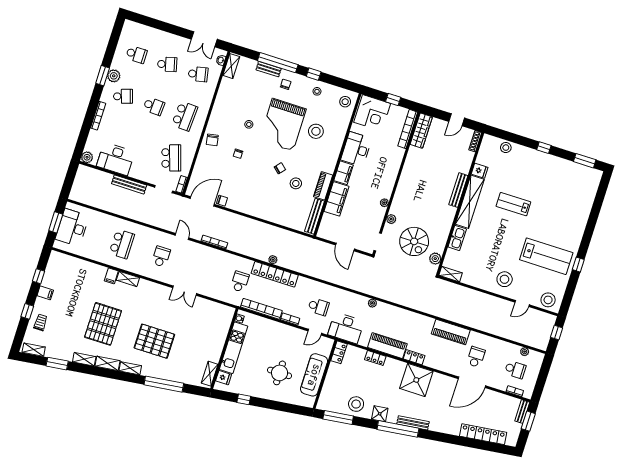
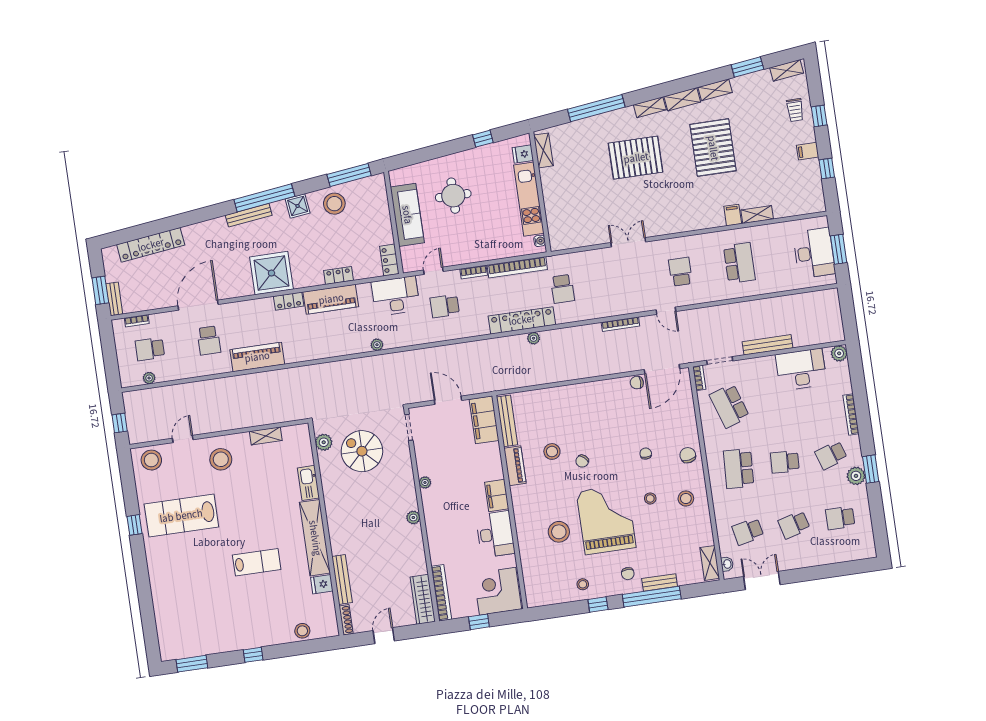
stool: (345, 102) -> (686, 499), moved
bench: (458, 190) -> (342, 579), moved
filing cabinet: (337, 199) -> (484, 420), moved
plant: (391, 219) -> (413, 517), moved
school desk: (122, 244) -> (739, 263), turned 180
school desk: (161, 256) -> (680, 272), turned 180
shelving: (451, 274) -> (266, 436), moved
shelving: (128, 279) -> (757, 215), moved

